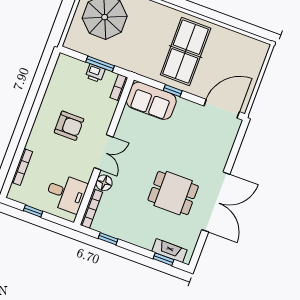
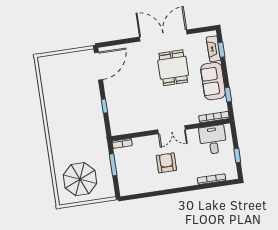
table tennis table: (186, 51) -> (73, 112), removed
printer: (95, 73) -> (121, 165), removed
sofa: (151, 101) -> (213, 81), moved, turned 180
door: (222, 109) -> (98, 66), swing flipped
double door: (104, 152) -> (172, 130), swing flipped
floor lamp: (104, 183) -> (192, 118), removed

